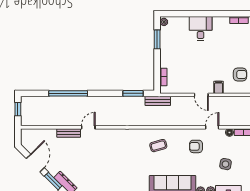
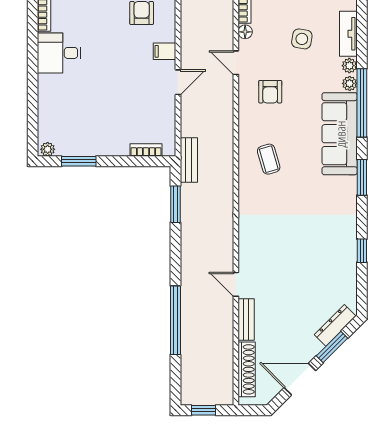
desk: (201, 28) -> (59, 53), moved
shoe rack: (41, 133) -> (247, 369), added

